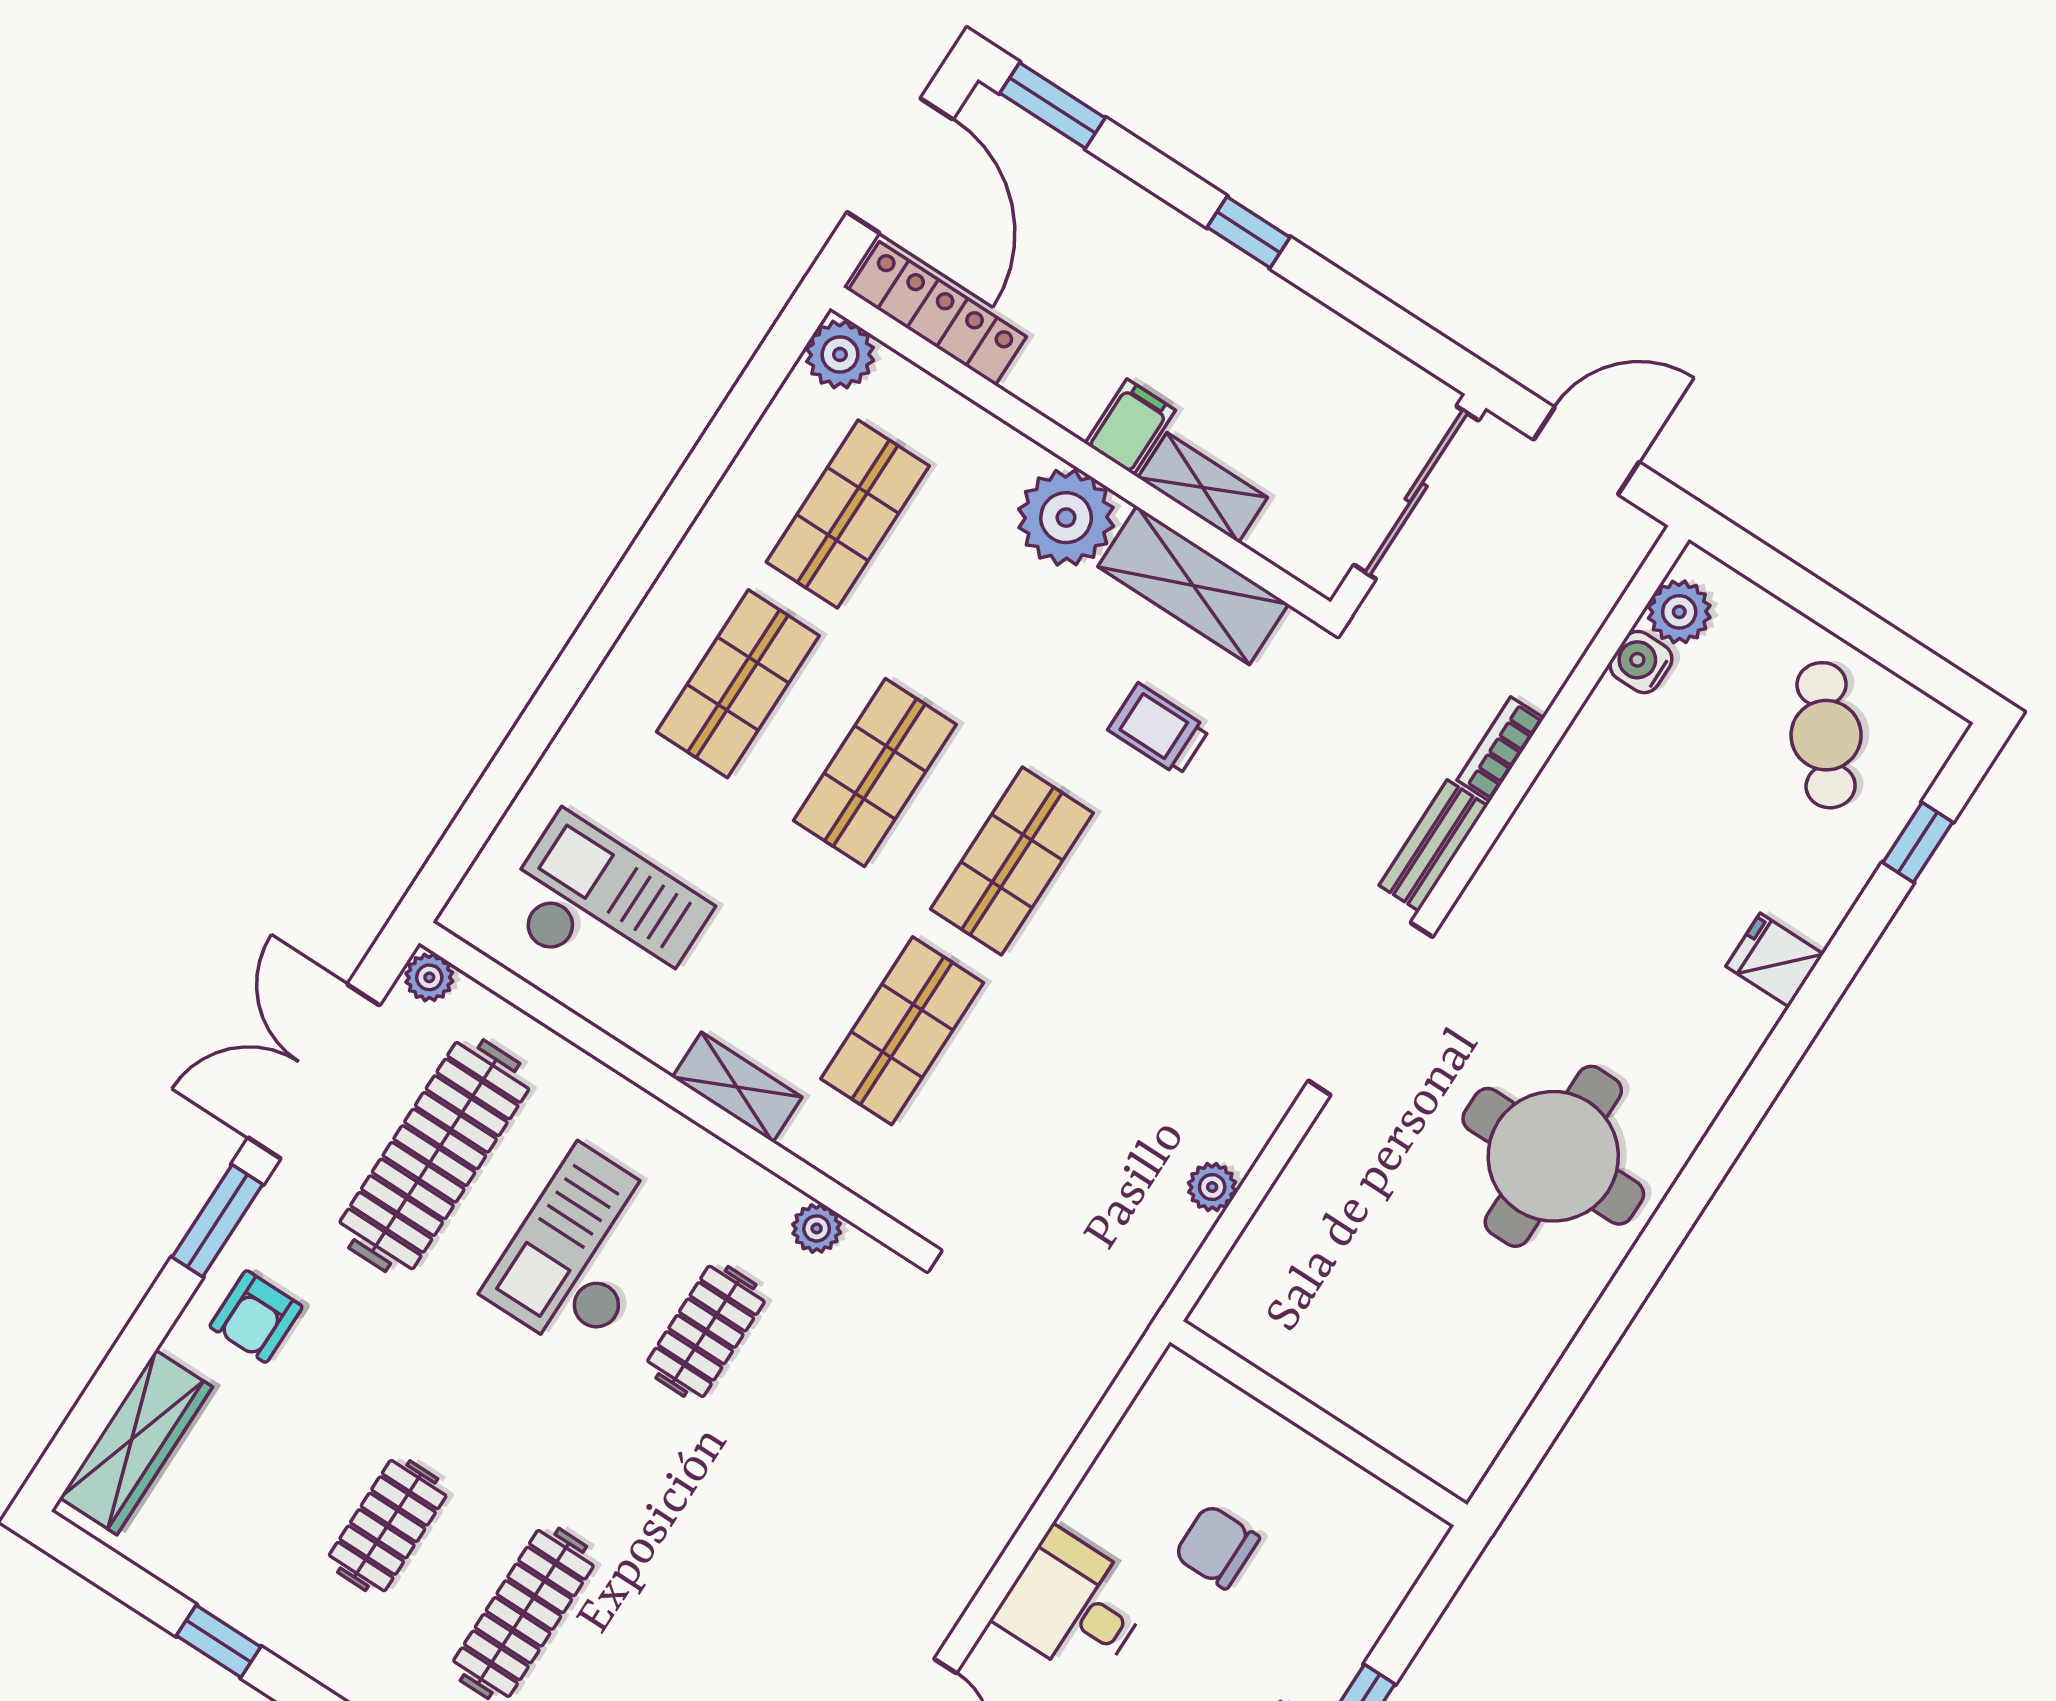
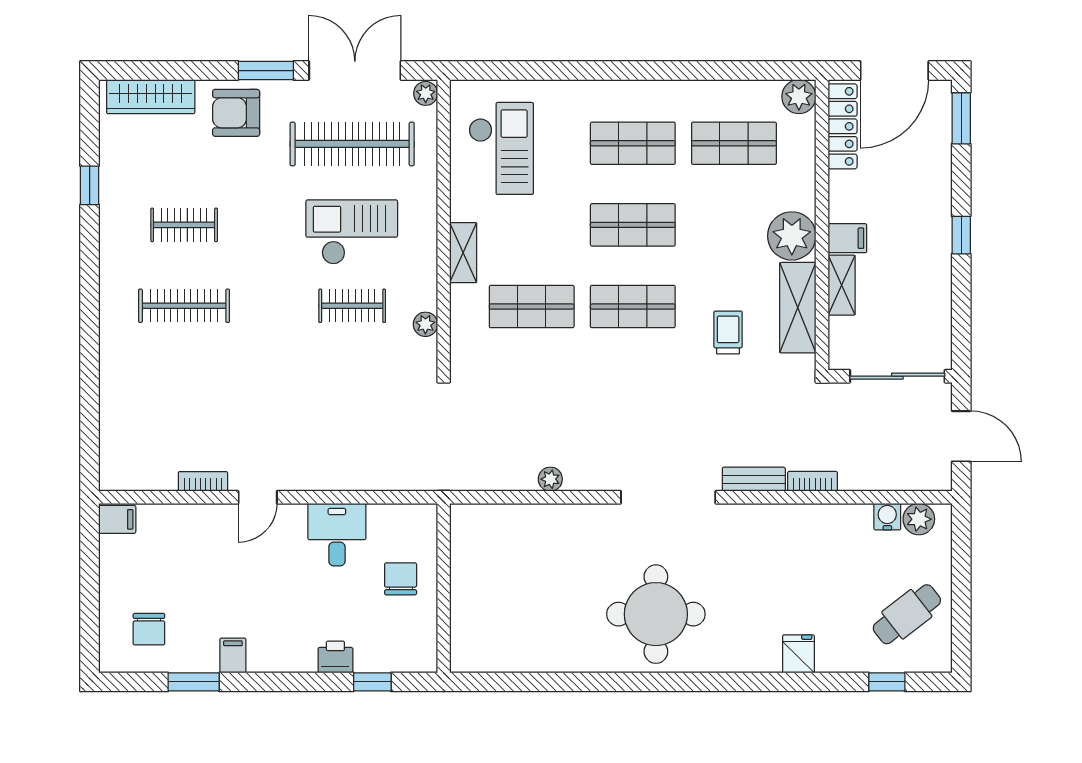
armchair: (256, 1317) -> (236, 113), width x1.38, depth x1.38
wall: (1319, 1423) -> (444, 588), moved

